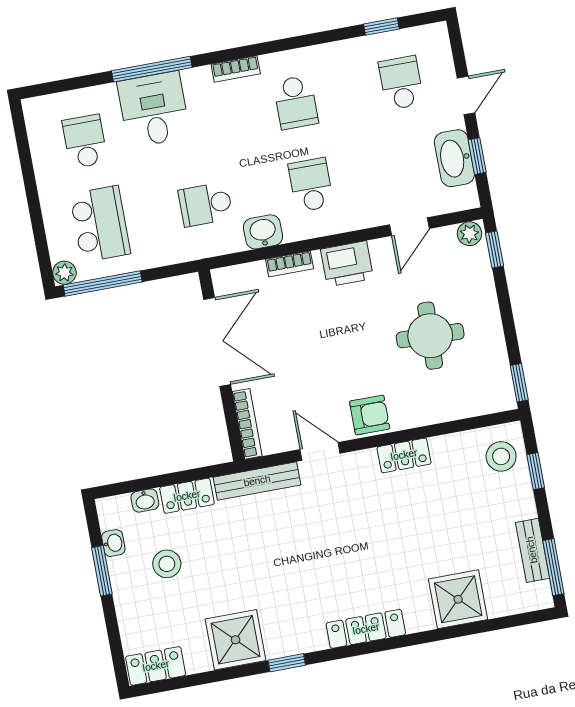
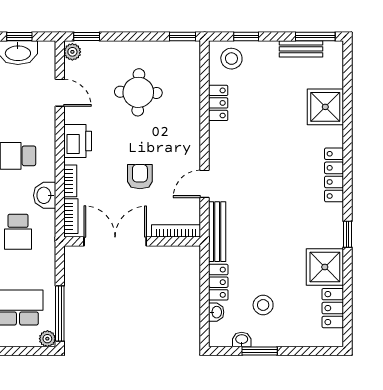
bookcase: (241, 274) -> (71, 216), added
armchair: (370, 415) -> (140, 177), moved
locker: (404, 455) -> (218, 103), moved
locker: (156, 666) -> (333, 308), moved

